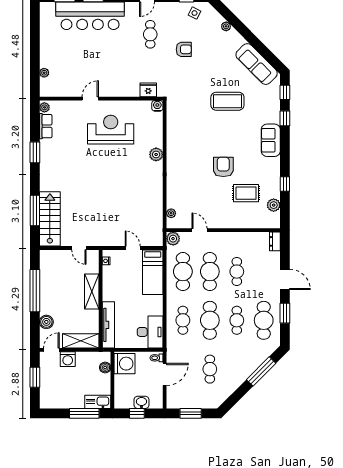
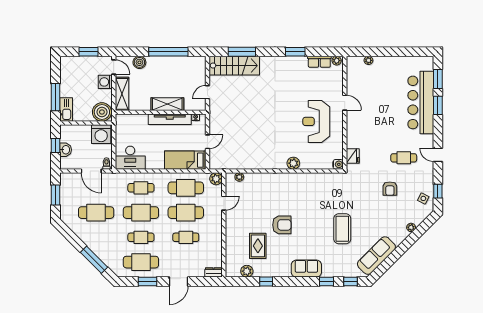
reception desk: (111, 130) -> (316, 121), turned 180
tv unit: (108, 325) -> (170, 119), moved
boiler: (105, 367) -> (102, 112), width x1.86, depth x1.86
cafe table: (210, 369) -> (96, 213), width x1.37, depth x1.35

